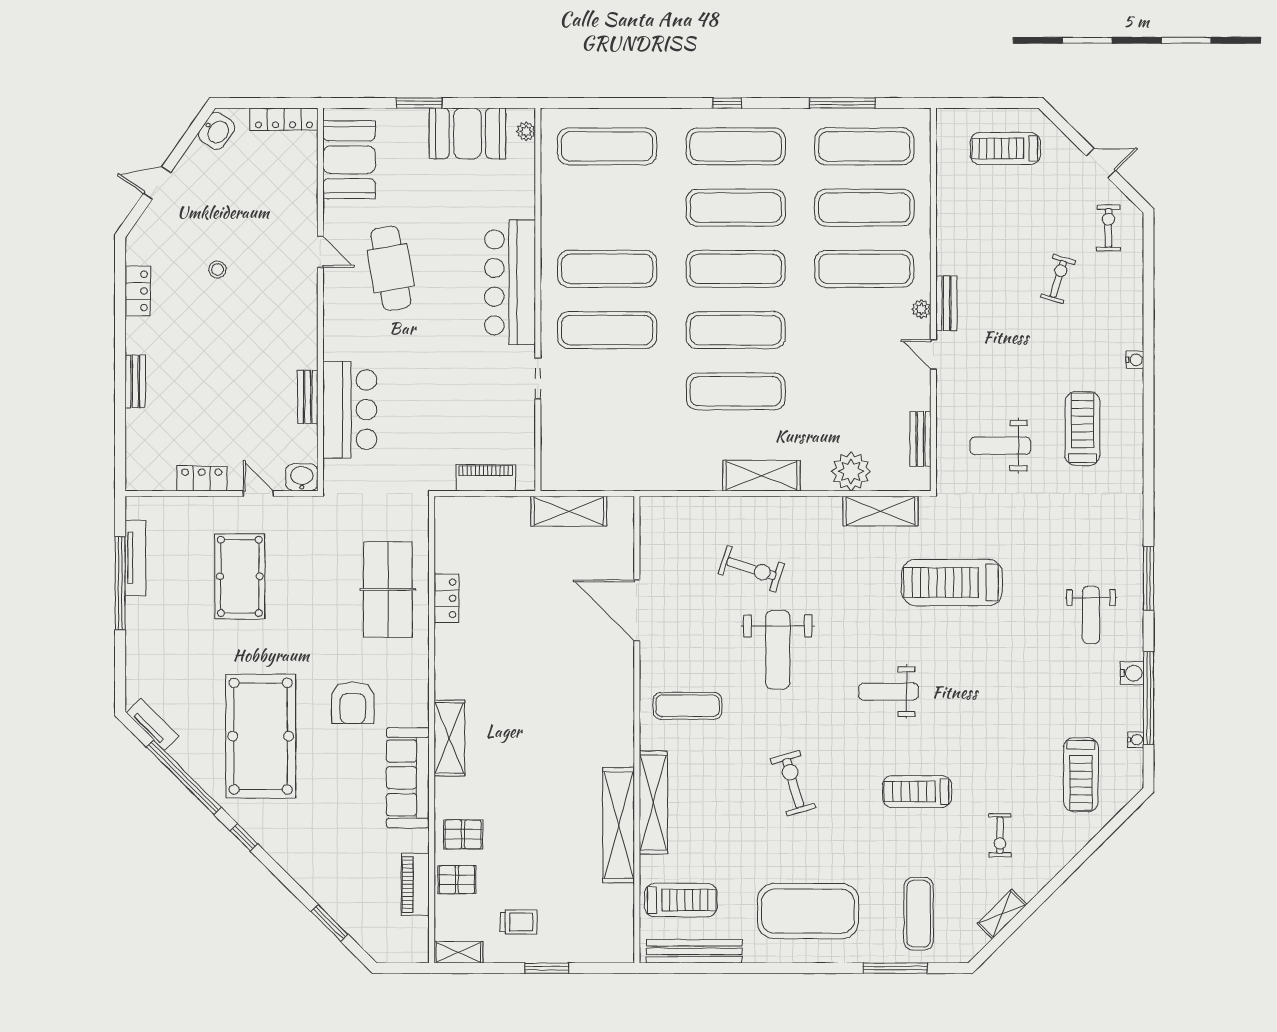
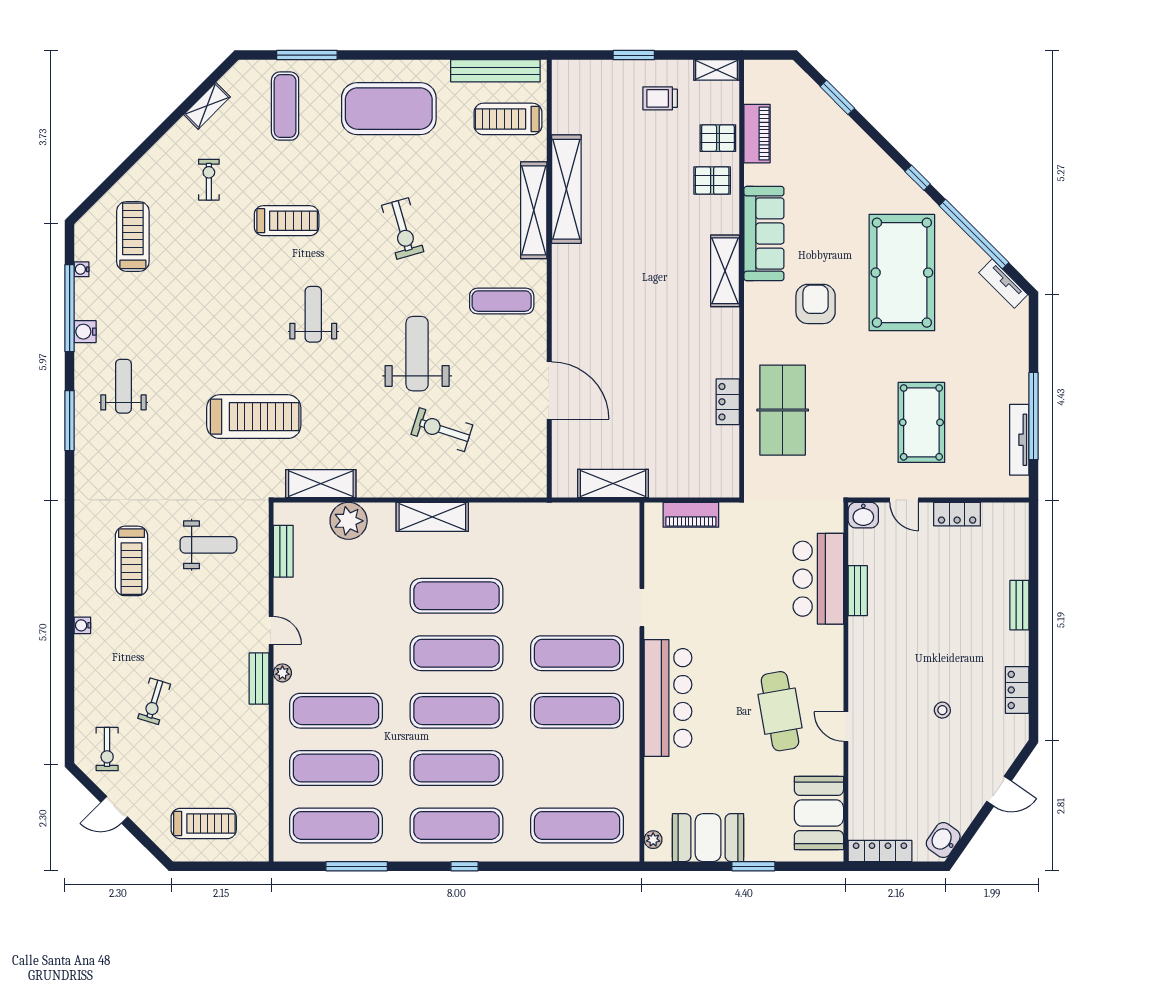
weight bench: (888, 692) -> (313, 314), turned -90

